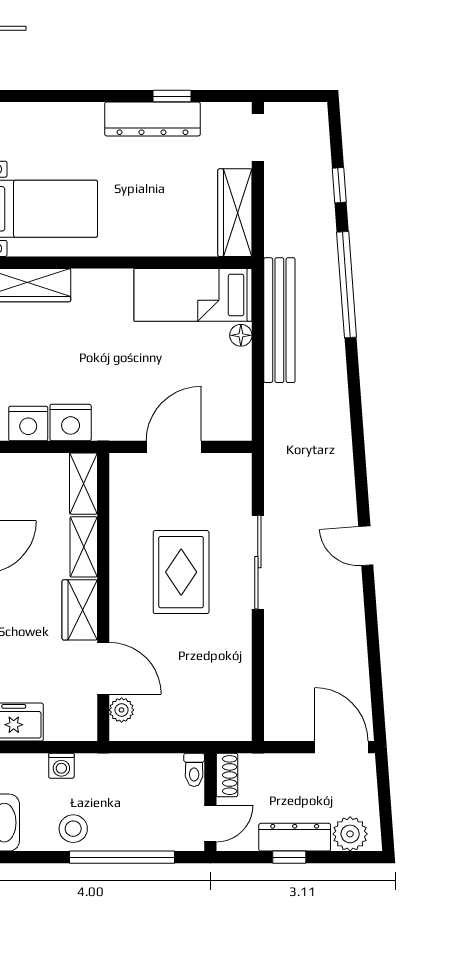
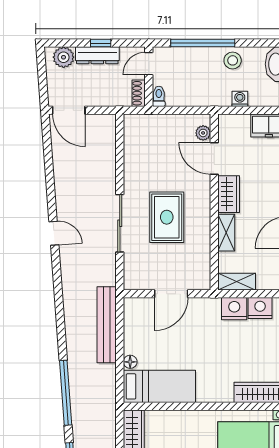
bench: (279, 320) -> (107, 325), moved
shelving: (83, 484) -> (237, 282), moved, turned 90

